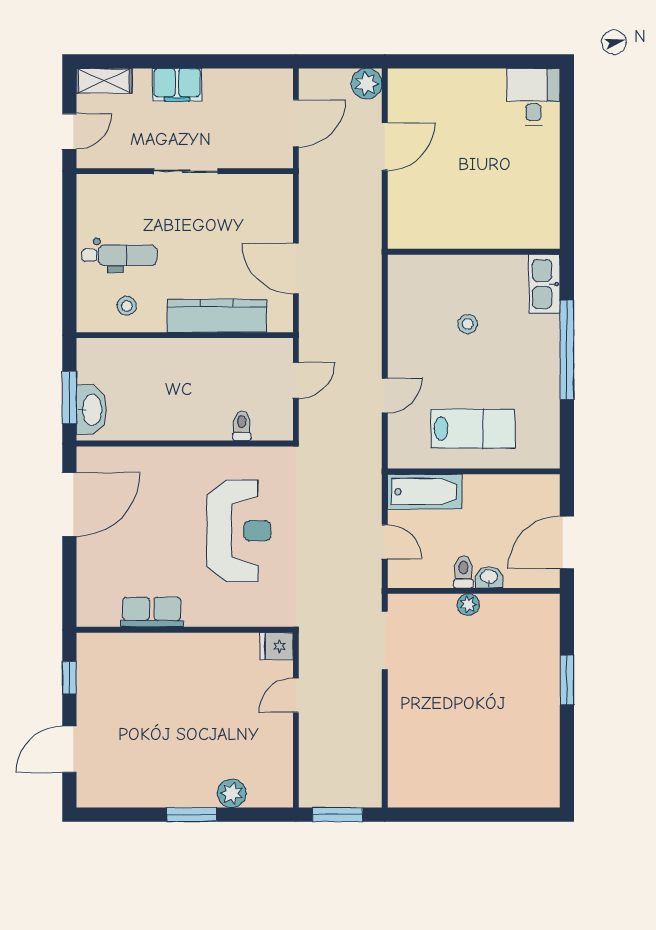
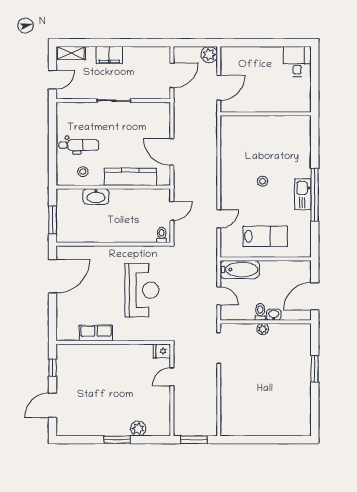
wall: (474, 252) -> (266, 114), moved
kitchen sink: (544, 284) -> (303, 194), moved
washbasin: (91, 410) -> (96, 196), moved, turned 90
toilet: (242, 426) -> (162, 235), moved

